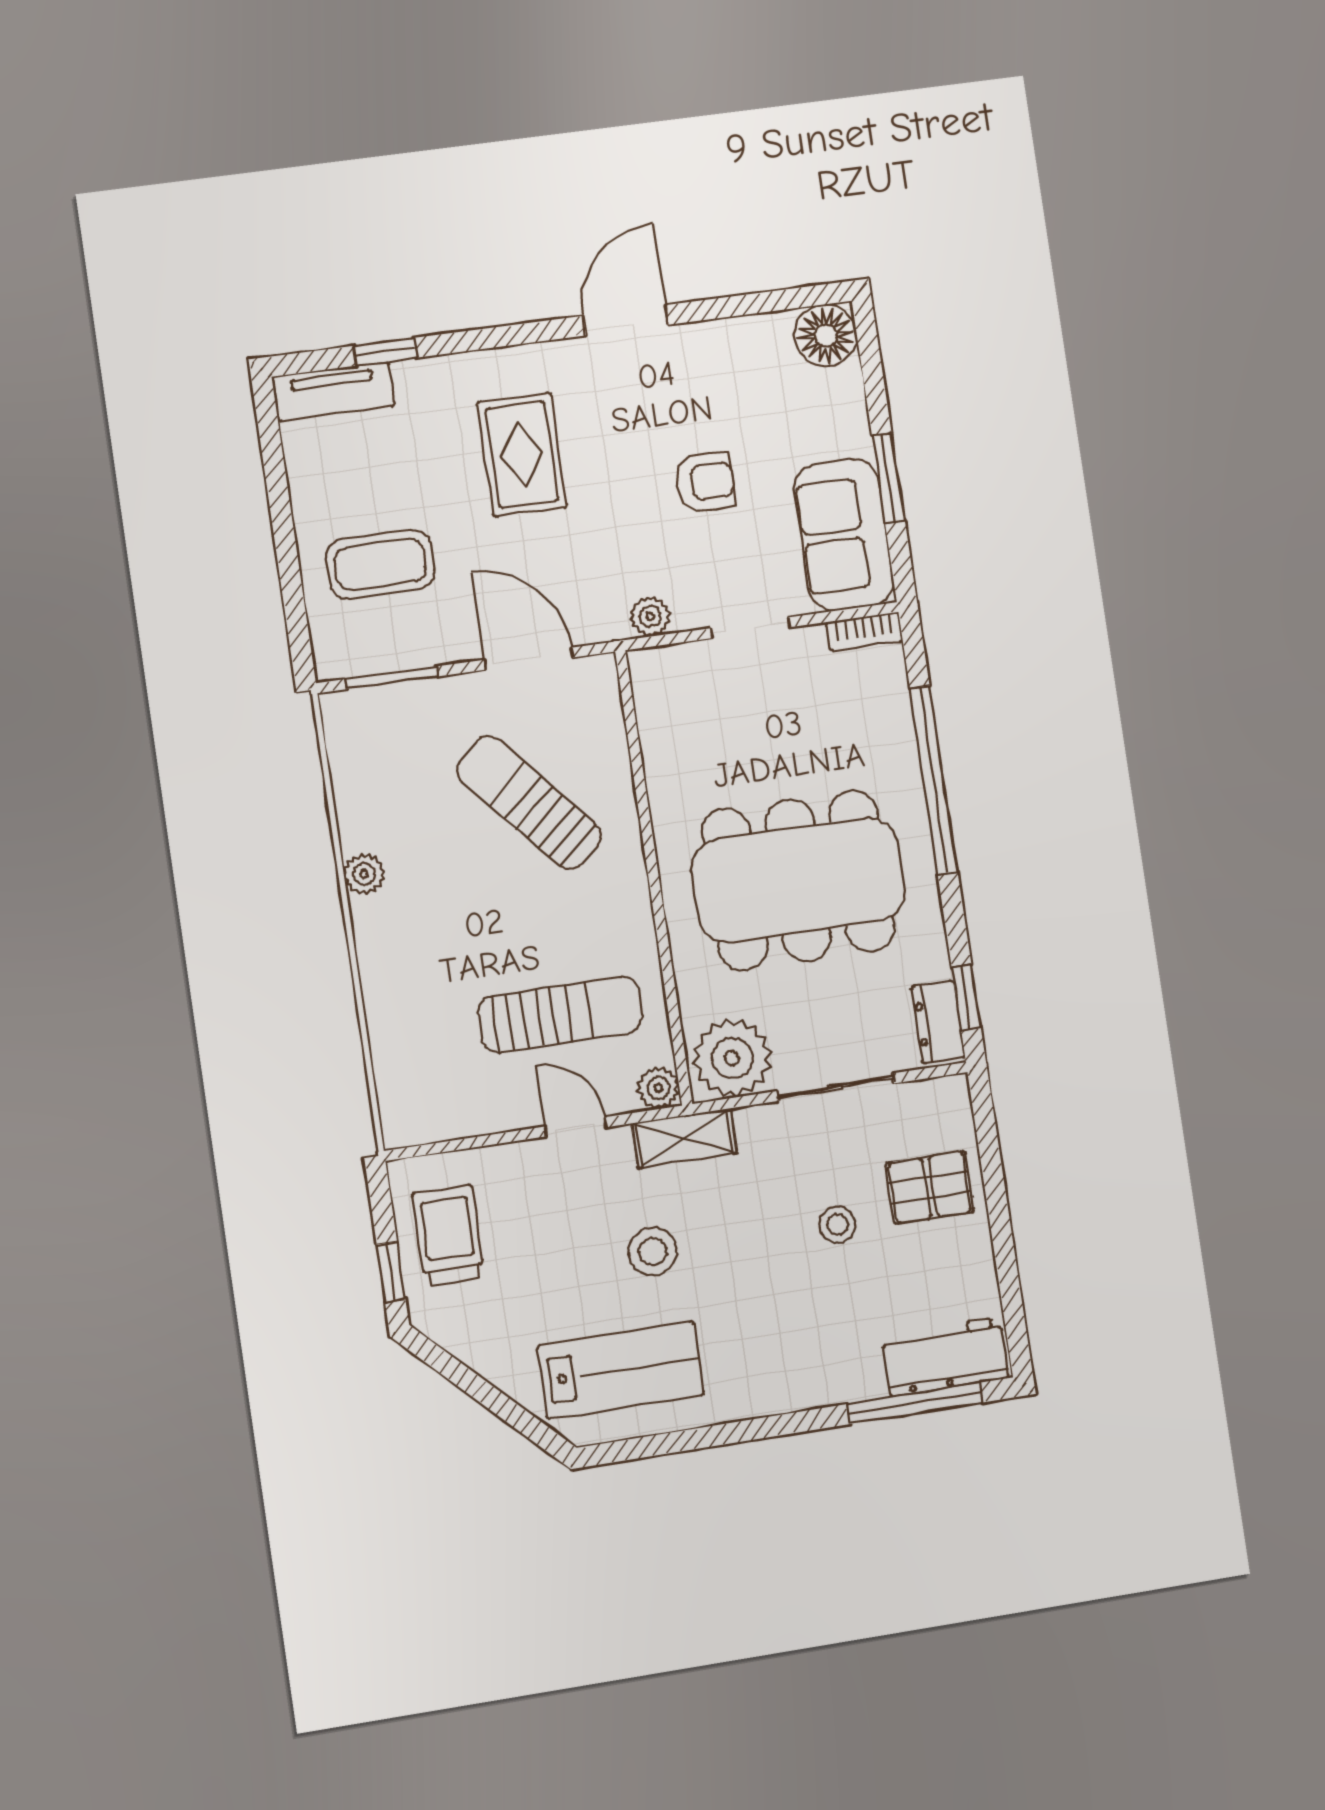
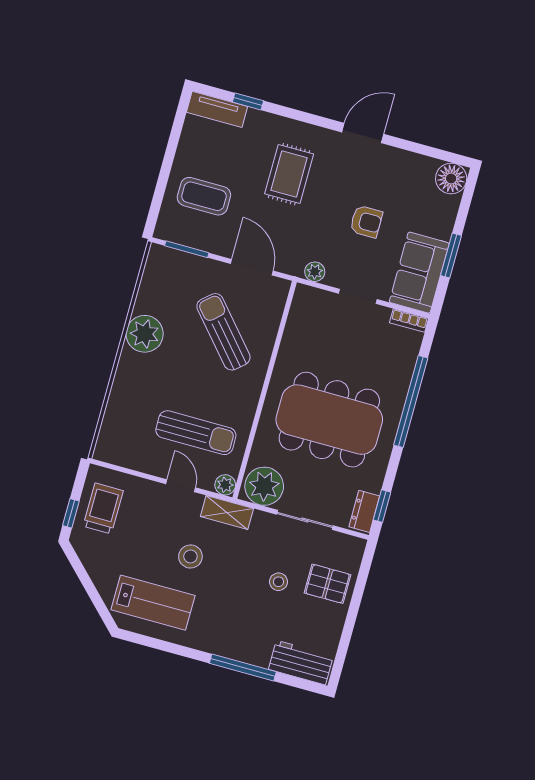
plant: (364, 874) -> (145, 334), width x1.88, depth x1.88
window: (915, 1403) -> (243, 668), moved

